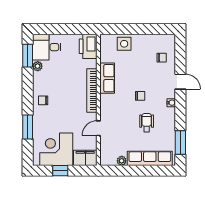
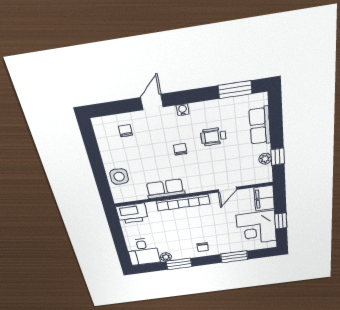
window: (28, 56) -> (179, 264), moved
door: (98, 128) -> (227, 190), hinge flipped
row of seats: (150, 158) -> (260, 126), width x0.68
window: (122, 171) -> (278, 157), added

